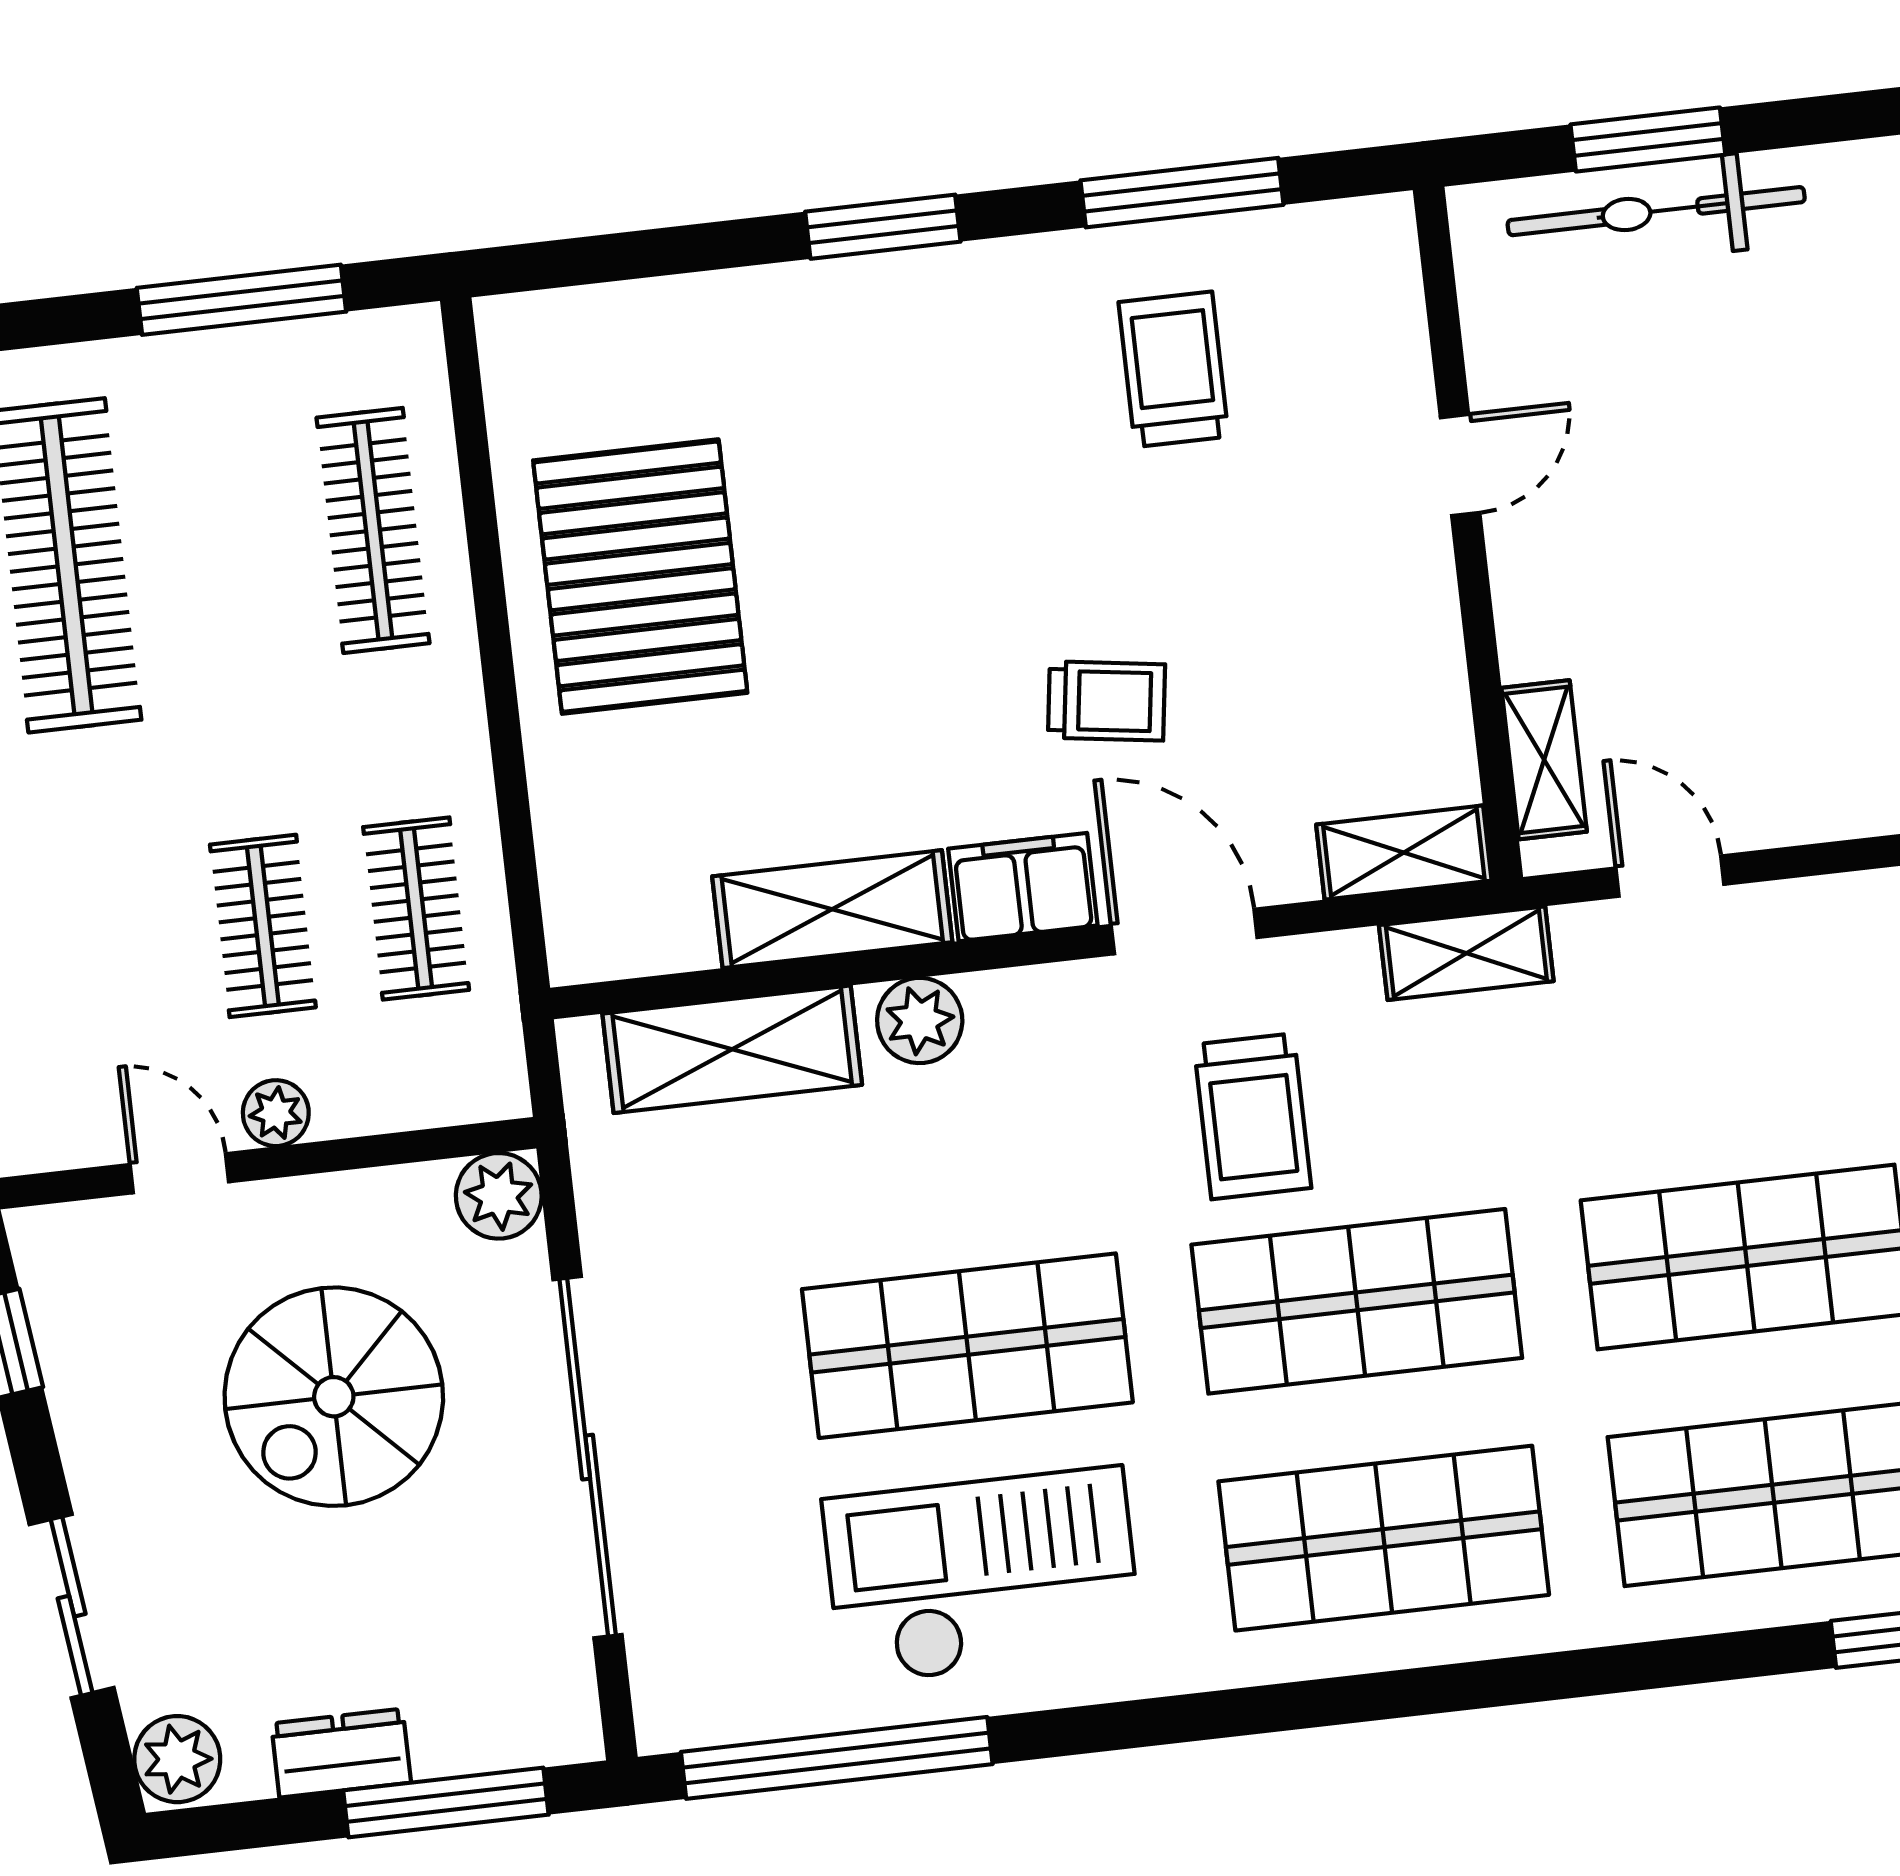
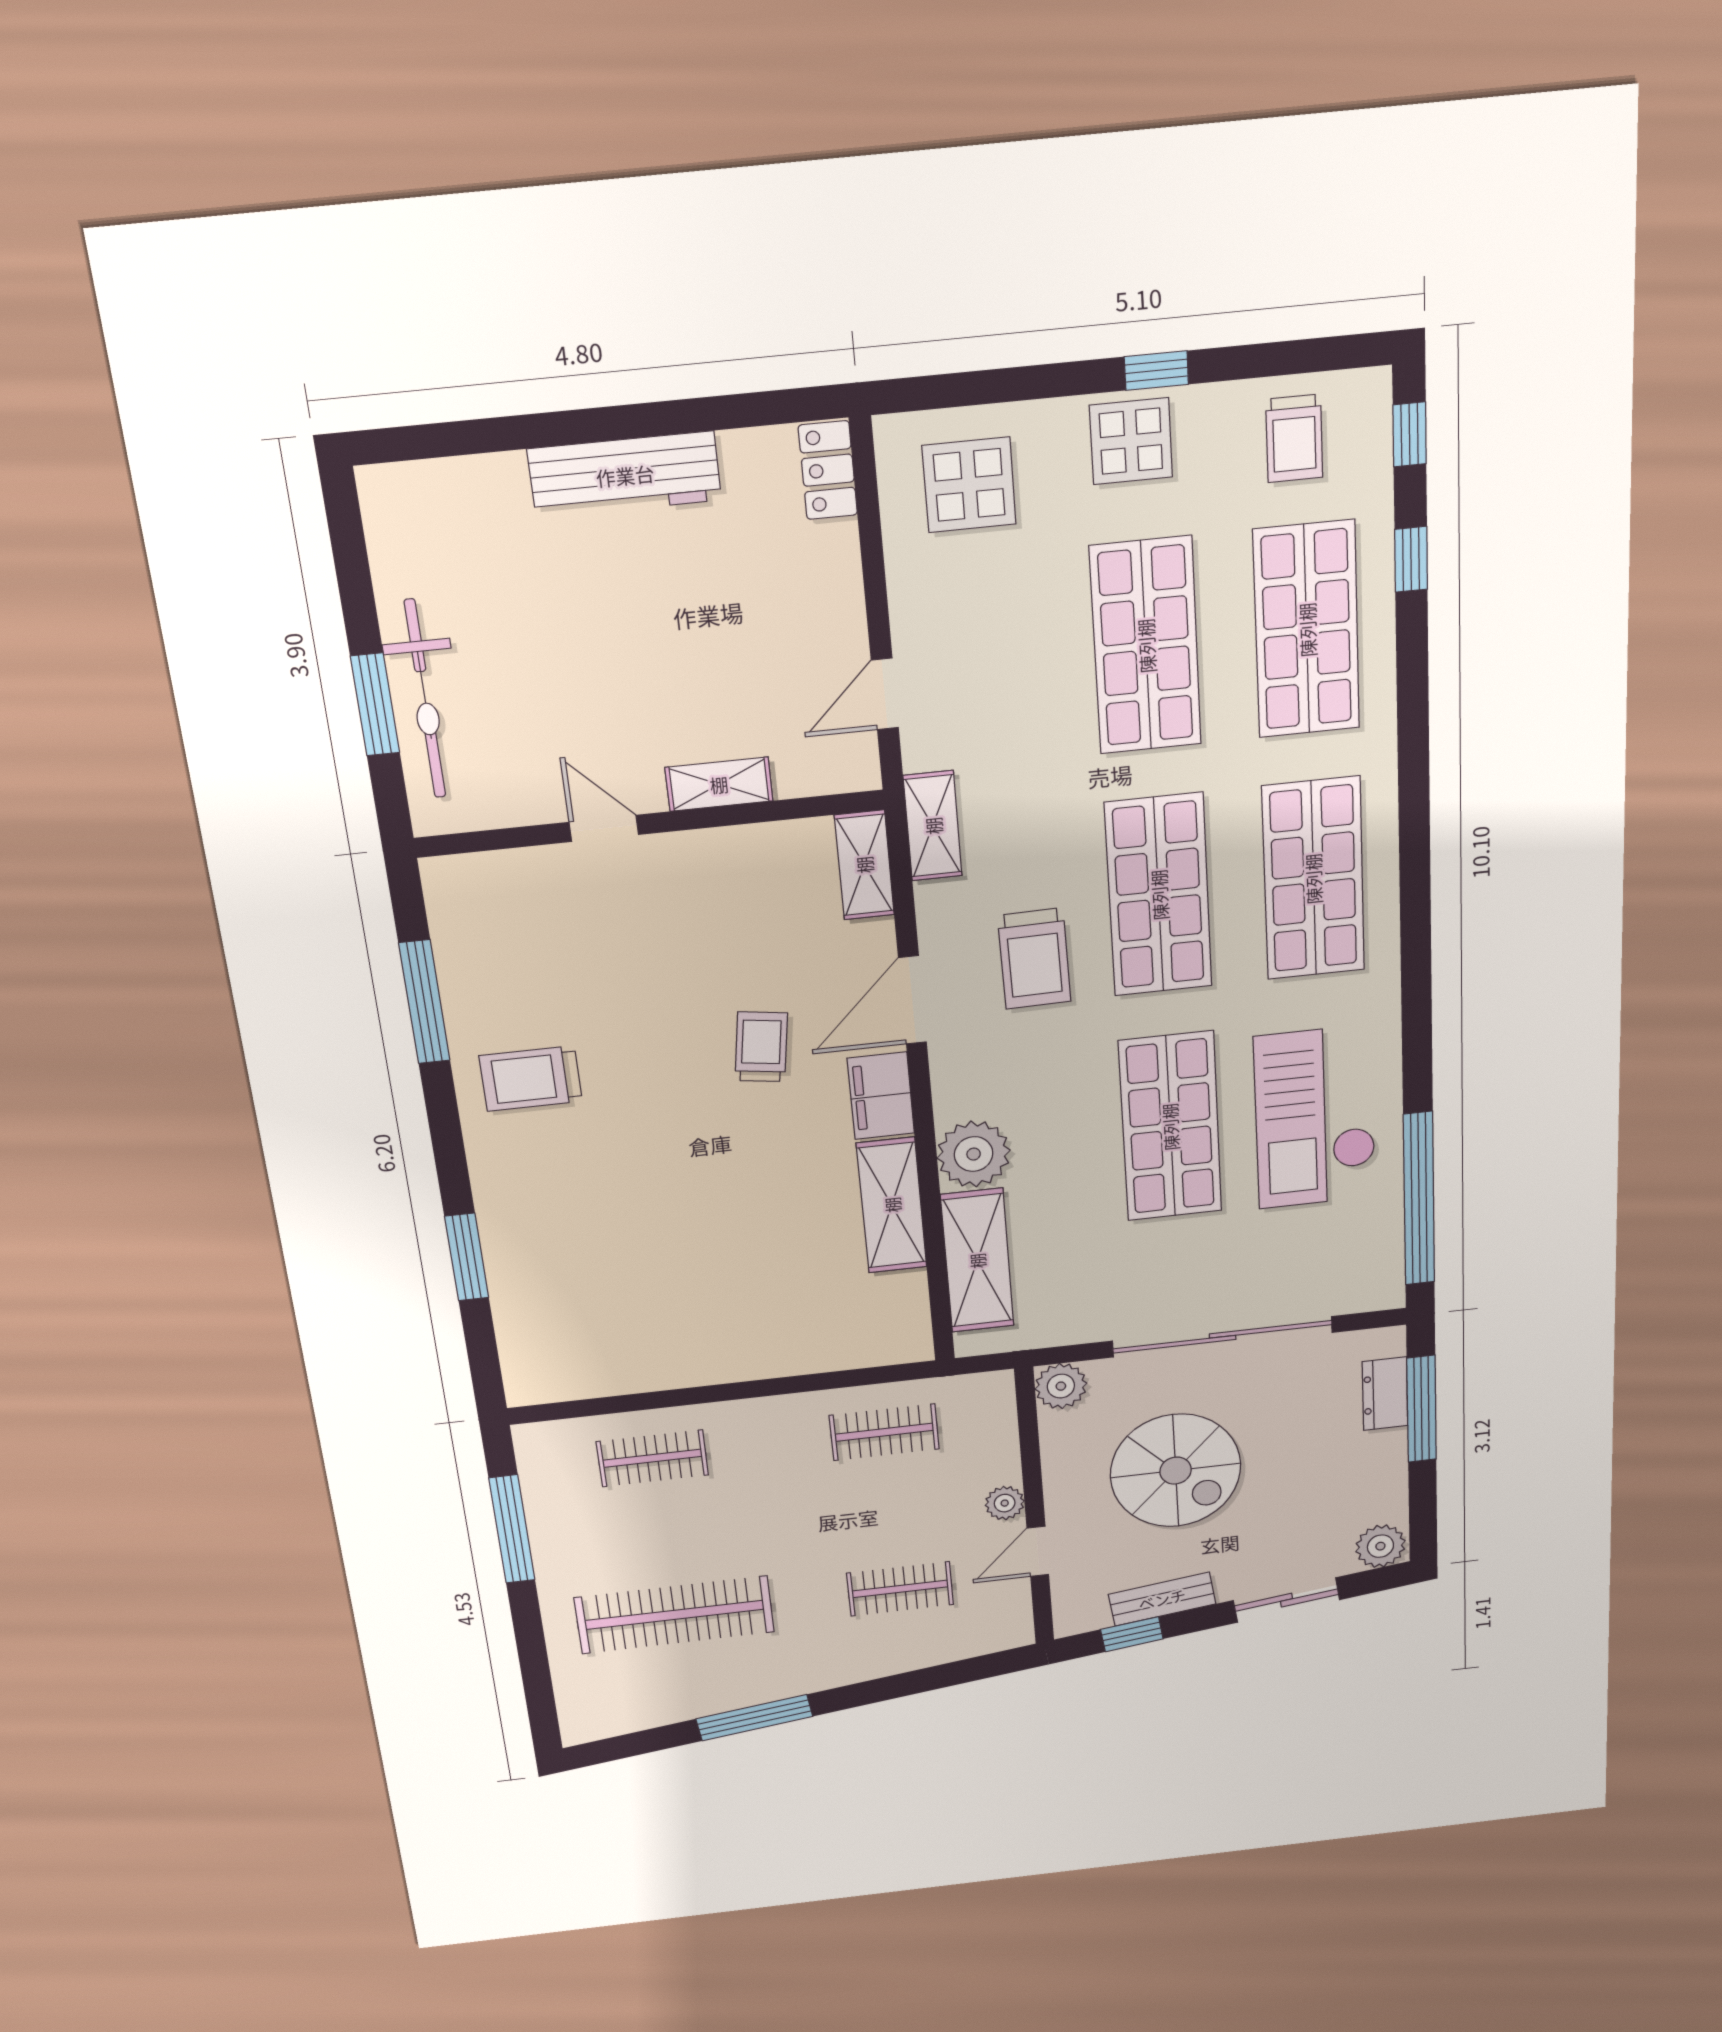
window: (883, 227) -> (467, 1257), moved
trolley: (1174, 369) -> (531, 1078), moved
clothes rail: (373, 530) -> (652, 1458), width x0.73
pallet: (640, 577) -> (681, 1314), removed
shelving: (1544, 760) -> (719, 784), moved
clothes rail: (263, 926) -> (900, 1589), moved
plant: (920, 1020) -> (974, 1154), width x1.36, depth x1.36
trolley: (1253, 1116) -> (1034, 959), turned 89
bench: (79, 1391) -> (1162, 1599), added
dresser: (341, 1753) -> (1385, 1394), moved

